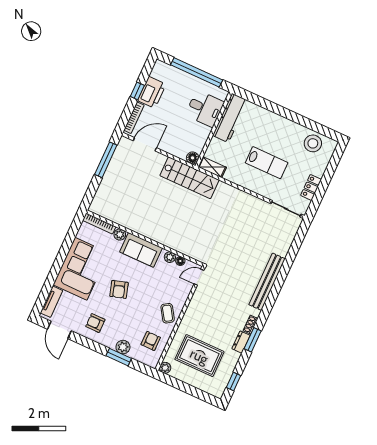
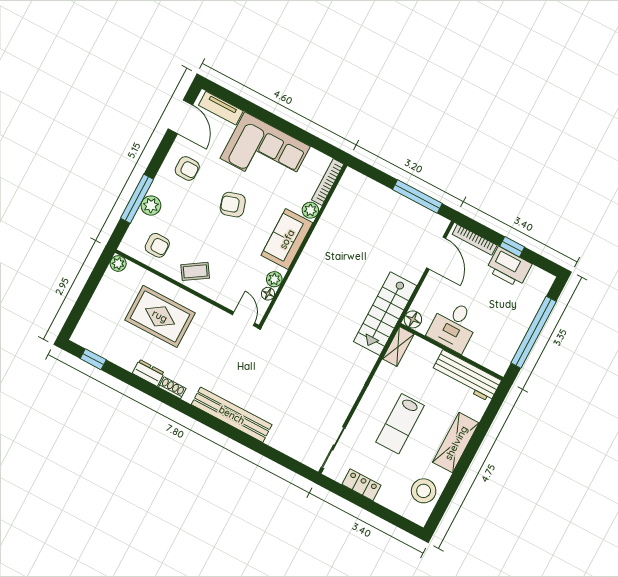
desk: (205, 109) -> (454, 326), moved
shelving: (278, 123) -> (456, 443), added
armchair: (95, 323) -> (187, 168), turned 90
door: (59, 330) -> (180, 117), swing flipped
window: (253, 340) -> (151, 390), removed
rug: (199, 356) -> (160, 316), moved, turned 90
window: (119, 357) -> (137, 199), width x1.44

